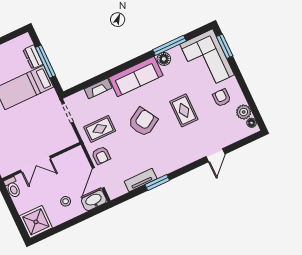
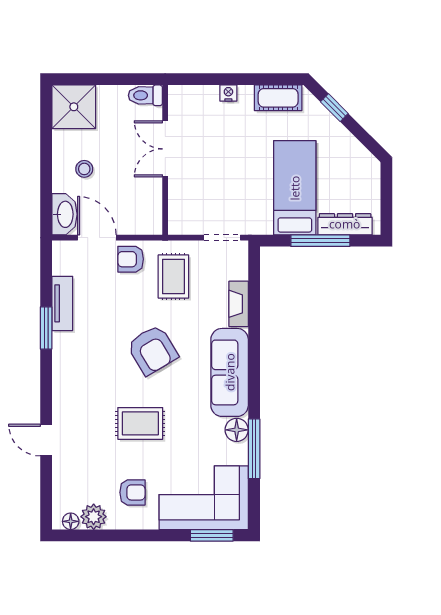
dresser: (33, 57) -> (345, 224), width x1.44

